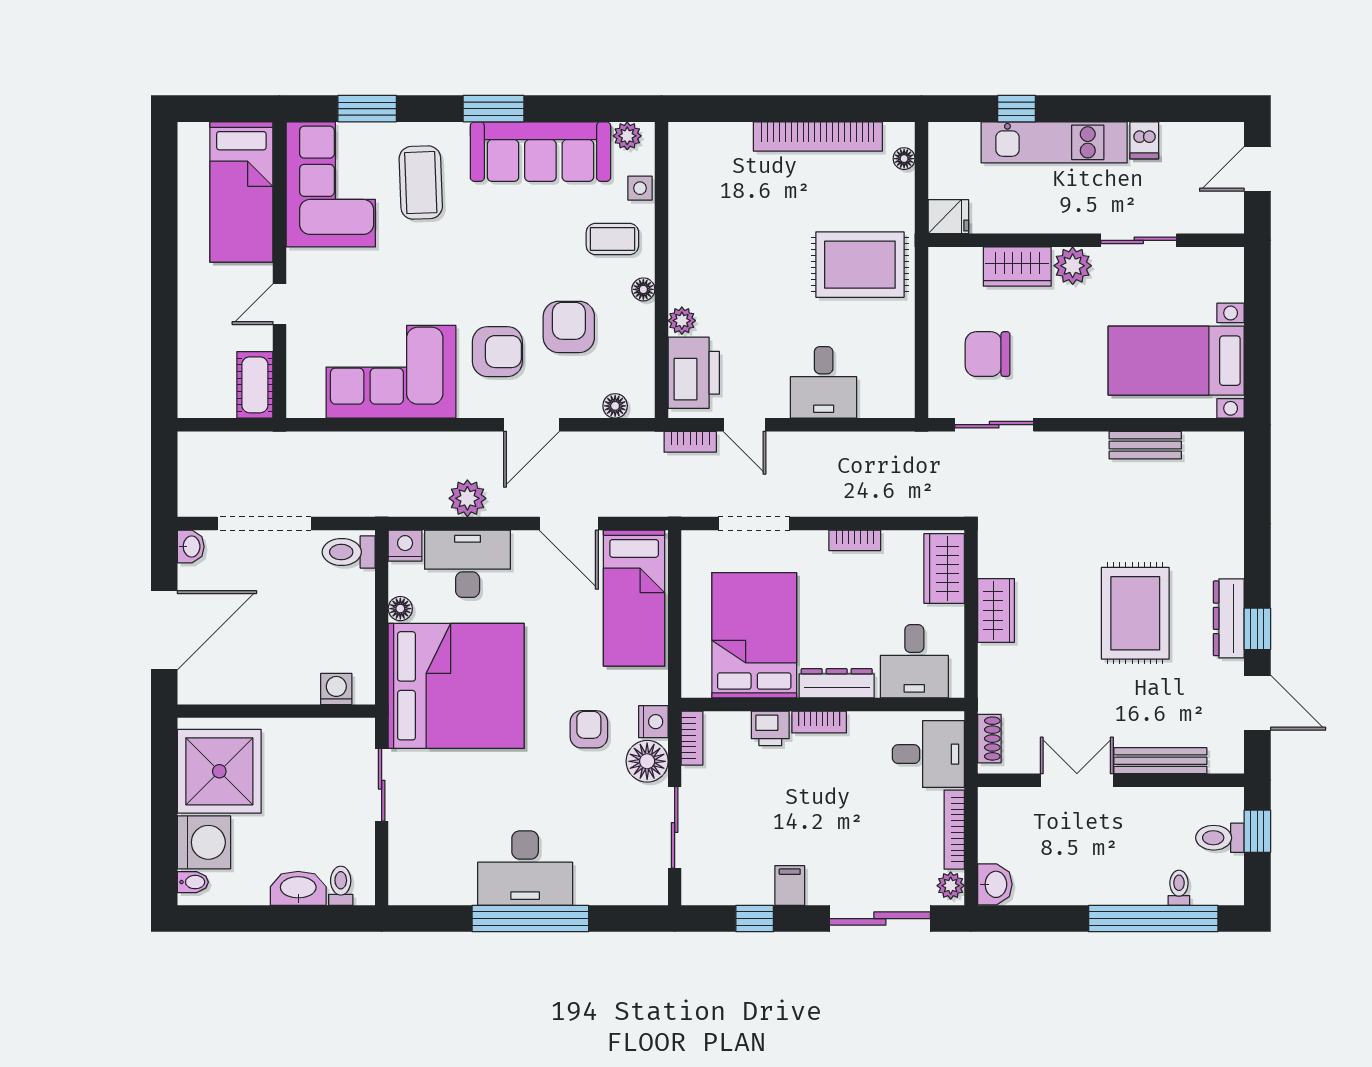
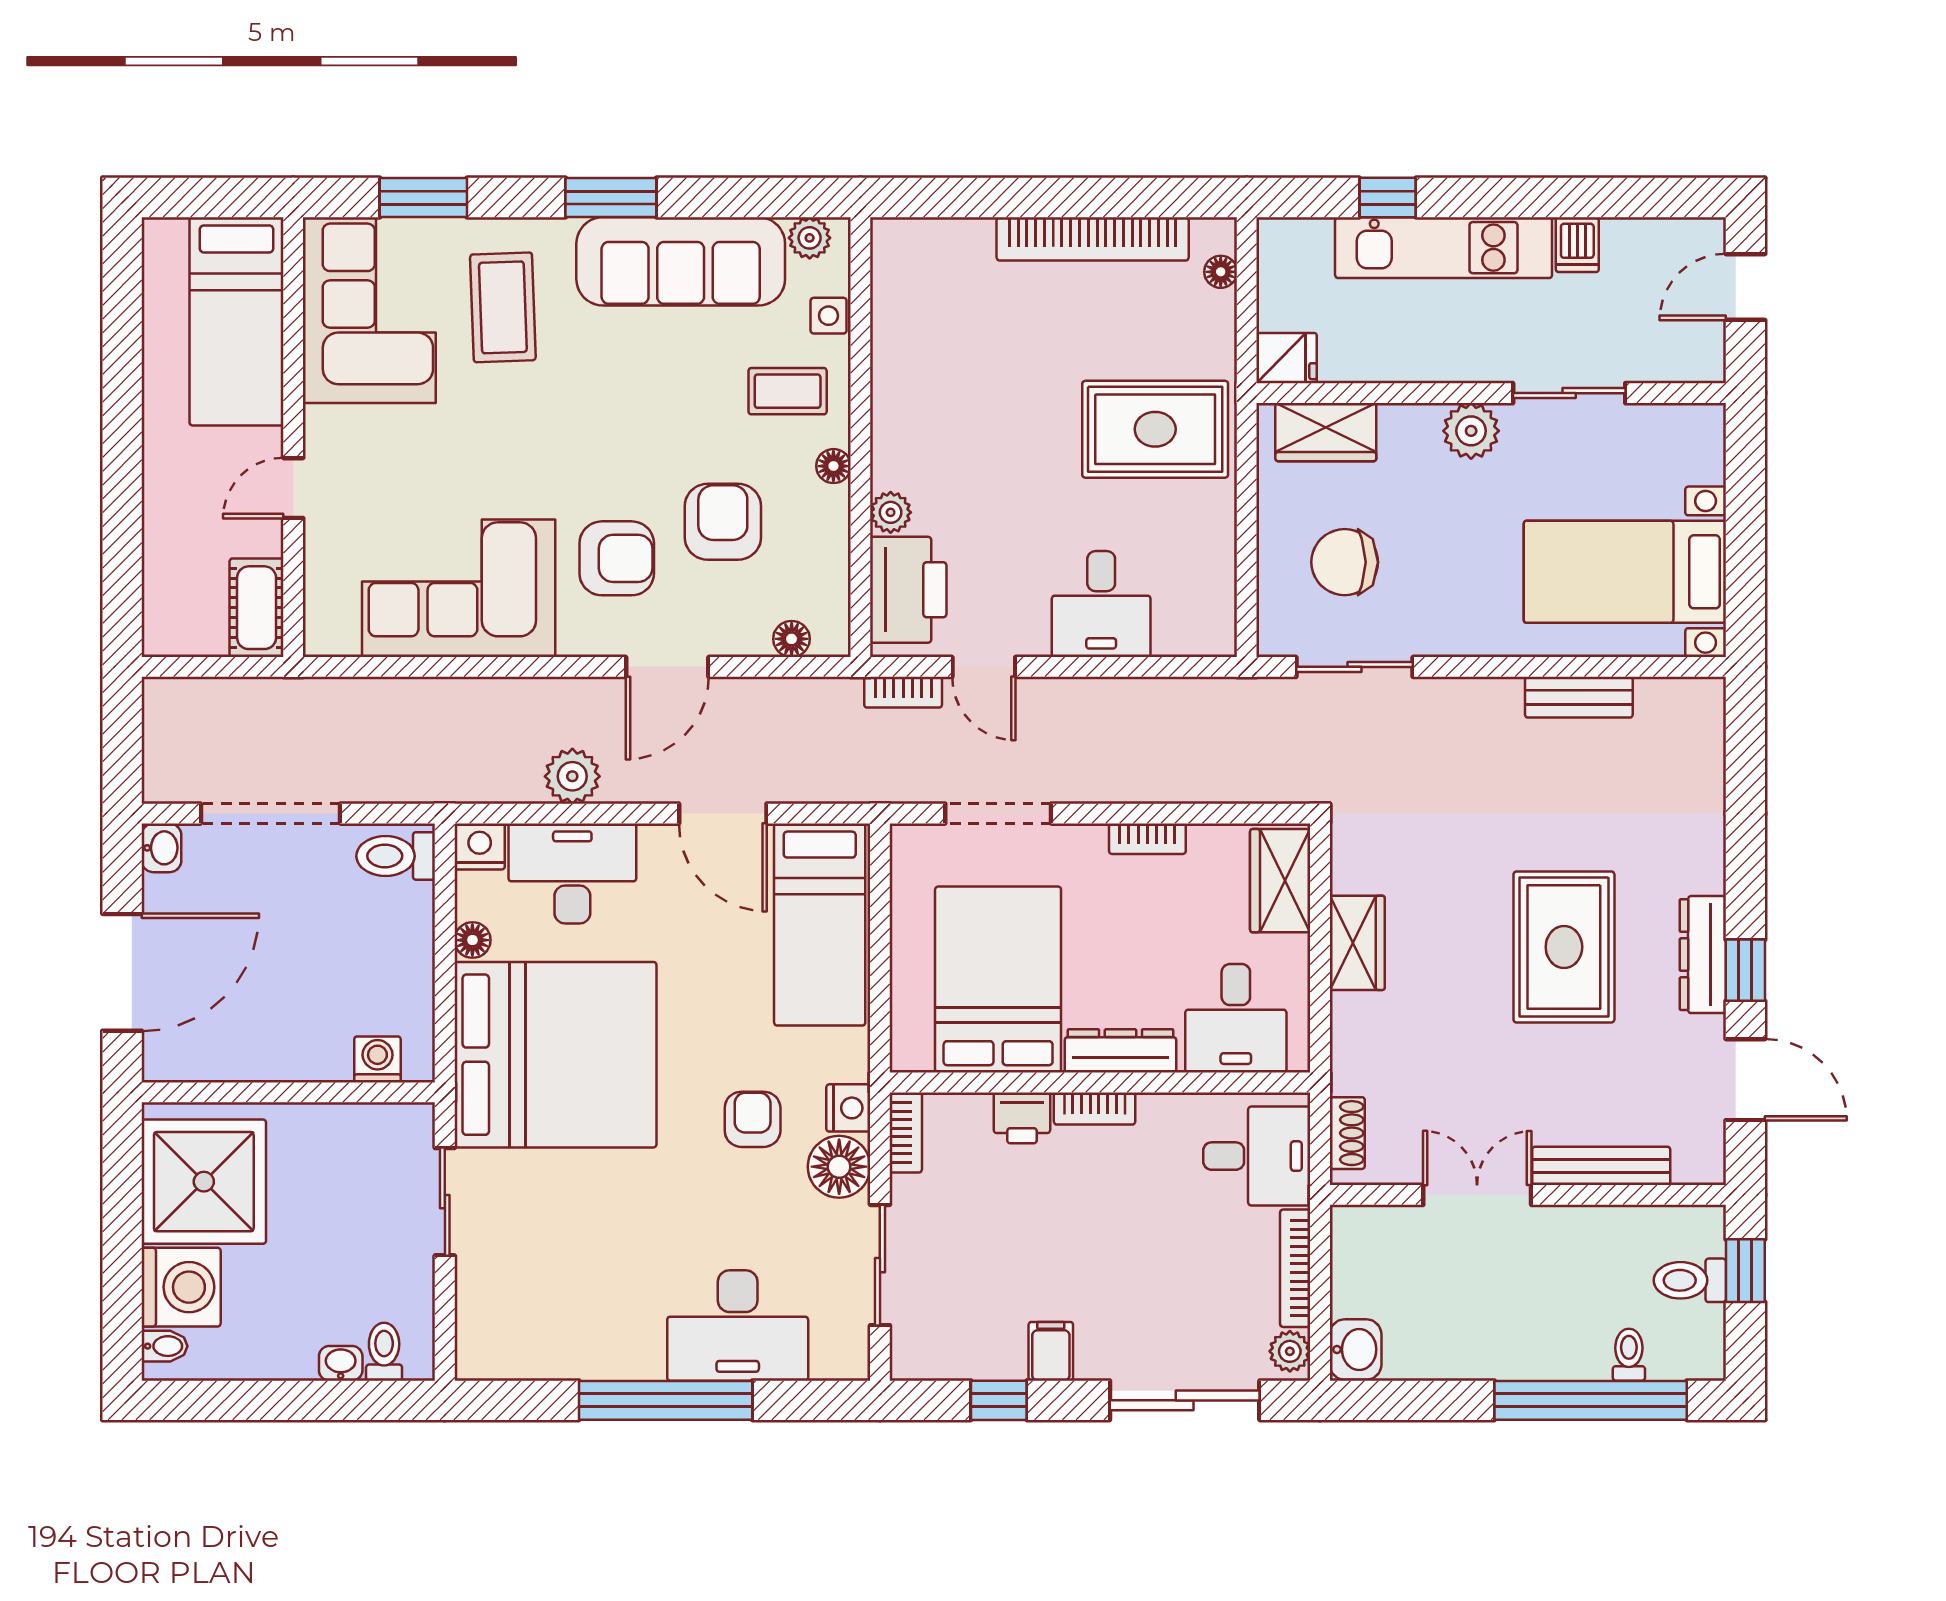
wardrobe: (1017, 267) -> (1326, 432), moved
desk: (525, 868) -> (738, 1325), moved
washbasin: (298, 888) -> (341, 1363), width x0.52, depth x0.69

